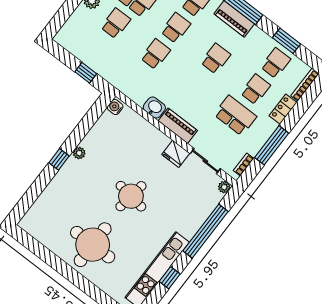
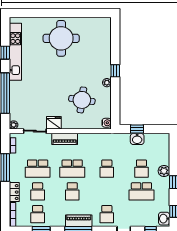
school desk: (176, 28) -> (72, 169), moved, width x1.85
washbasin: (154, 108) -> (137, 139), moved
round table: (131, 196) -> (82, 100), moved

